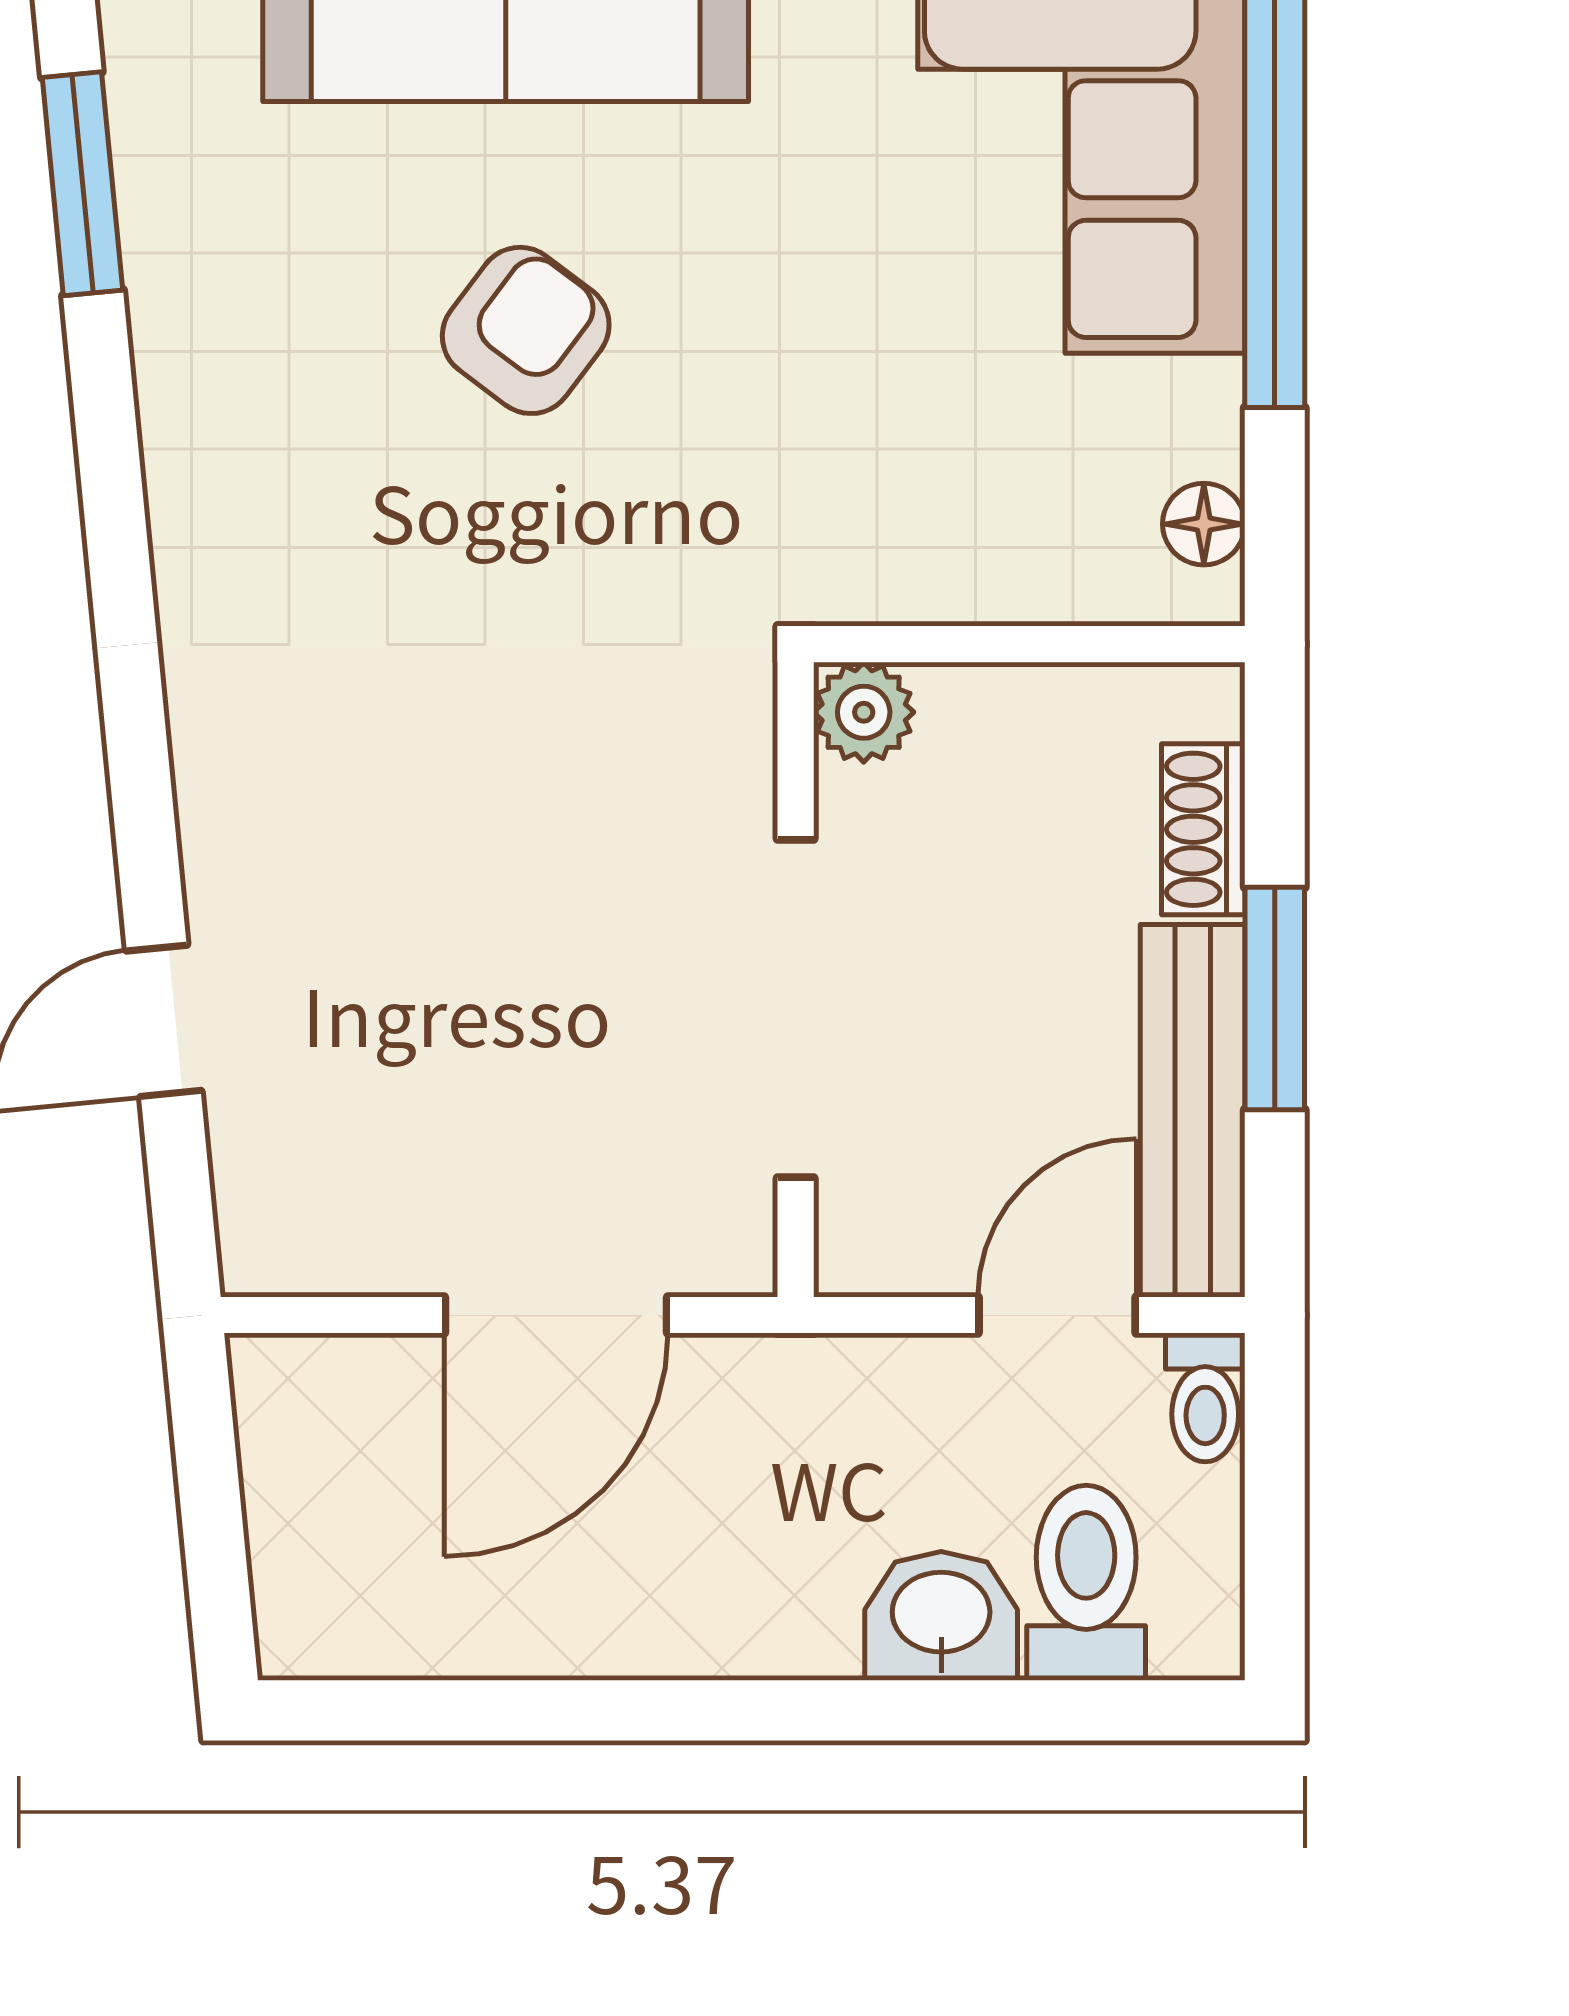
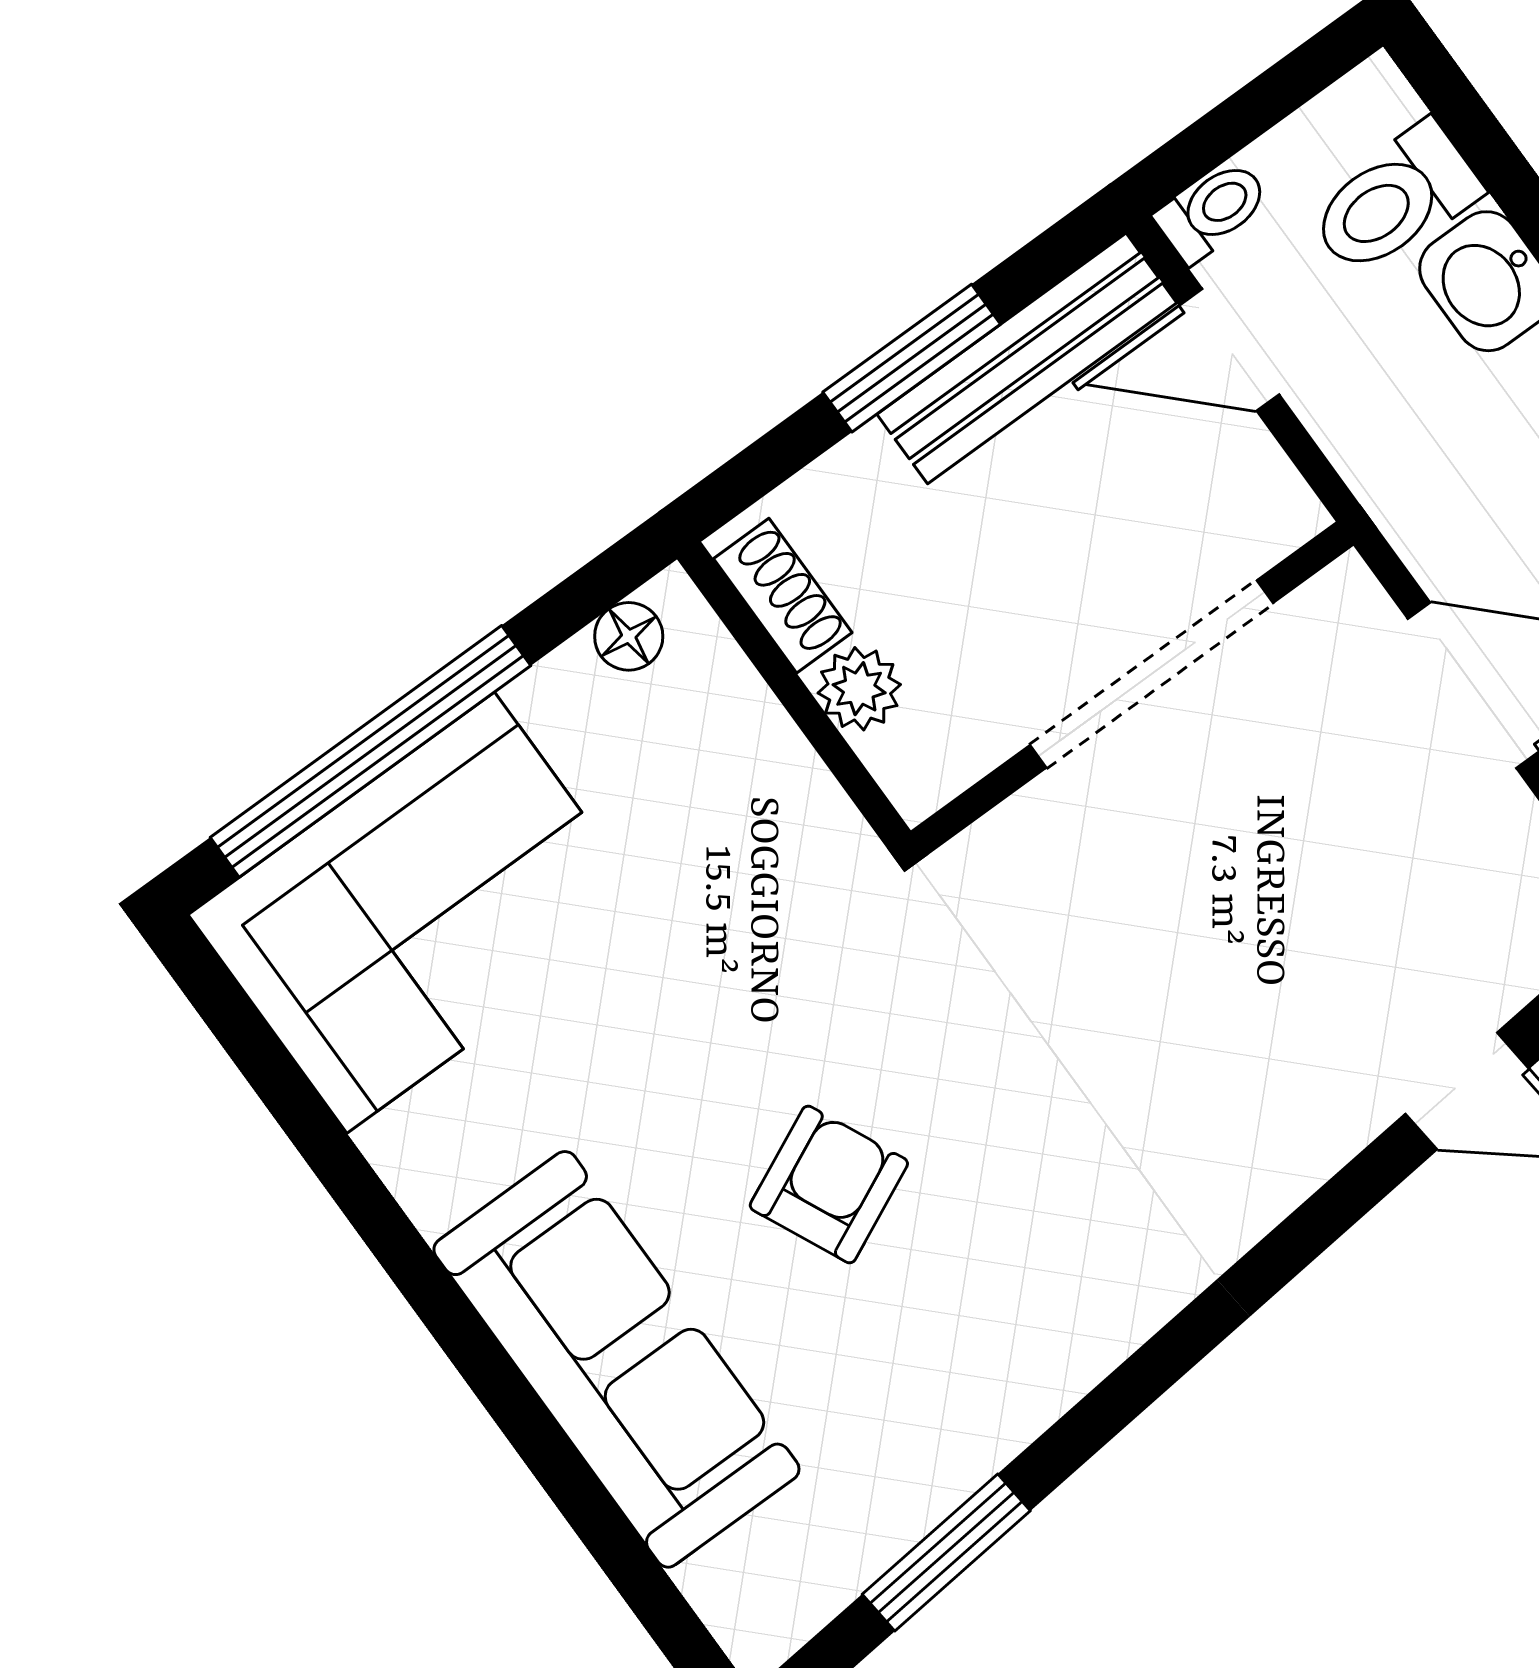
armchair: (526, 330) -> (829, 1184), turned 118
plant: (864, 712) -> (859, 689), moved
shoe rack: (1203, 829) -> (783, 596), moved, turned -90

